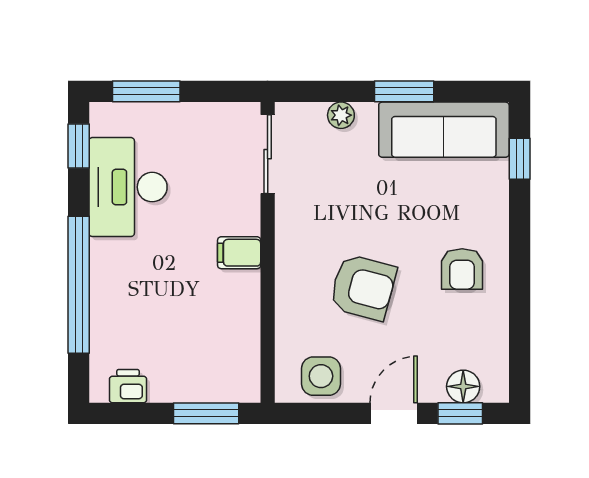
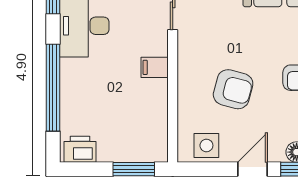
printer: (128, 386) -> (80, 149), width x1.36, depth x1.24

